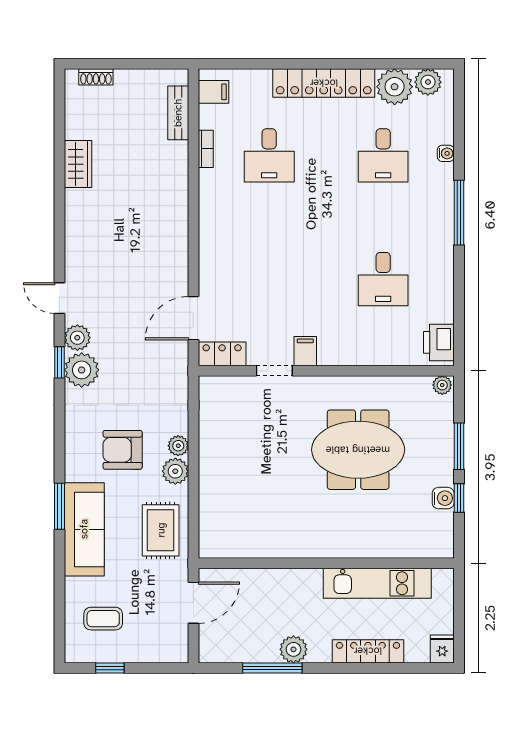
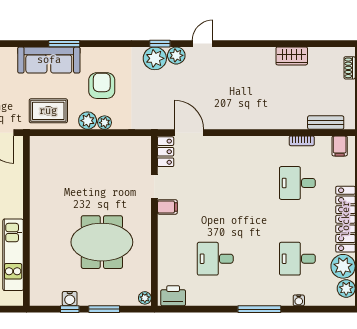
meeting table: (358, 450) -> (102, 242), turned 90

